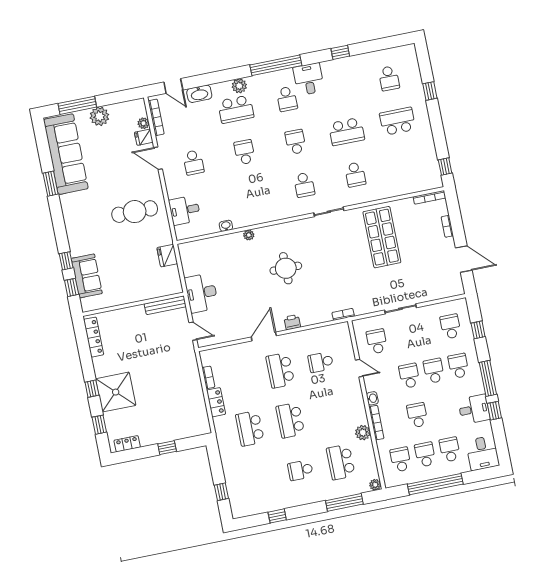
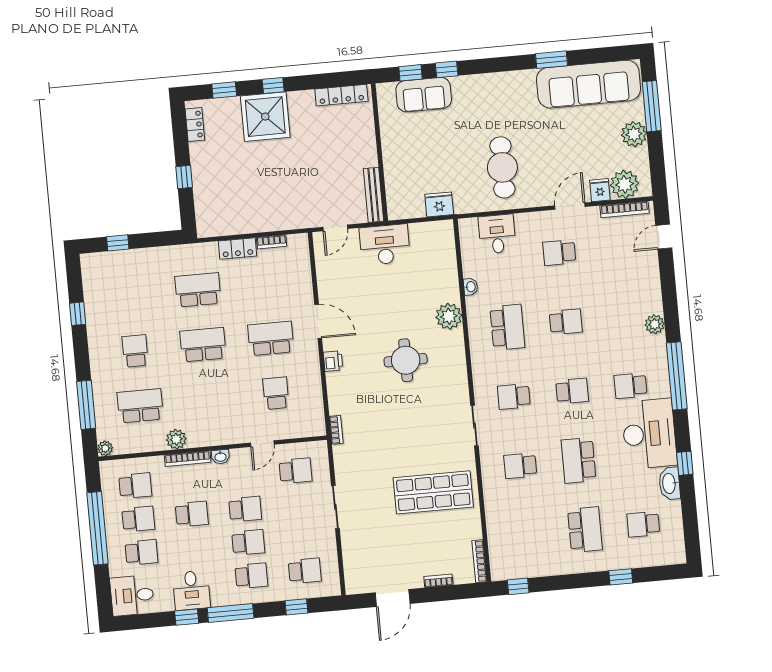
desk: (309, 79) -> (649, 434), width x1.87, depth x1.30
washbasin: (199, 94) -> (670, 483), moved
school desk: (236, 109) -> (507, 327), moved, turned 180
plant: (143, 123) -> (625, 184), width x1.87, depth x1.87
plant: (249, 235) -> (449, 316), width x1.88, depth x1.88

